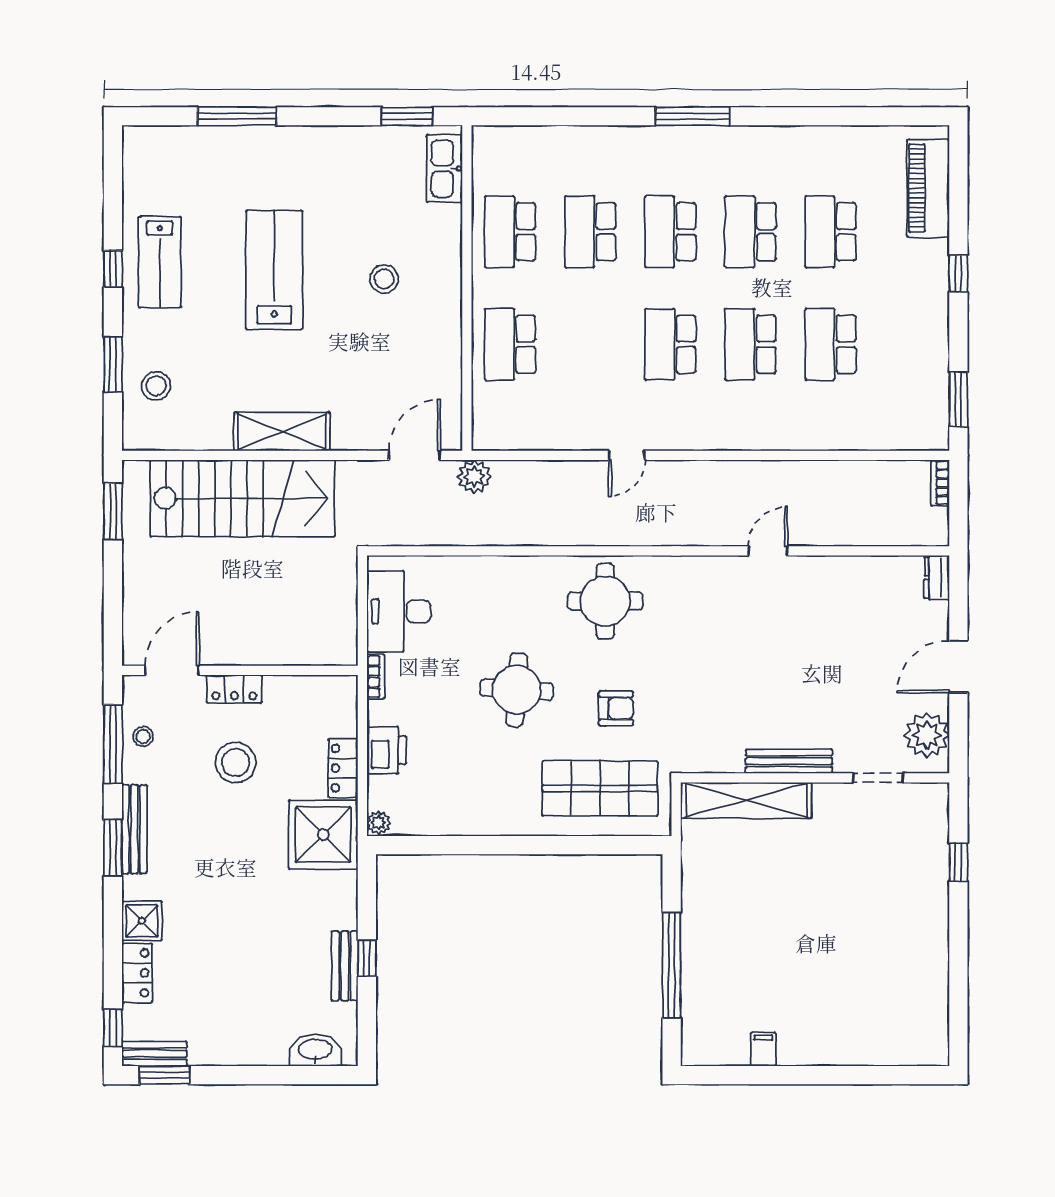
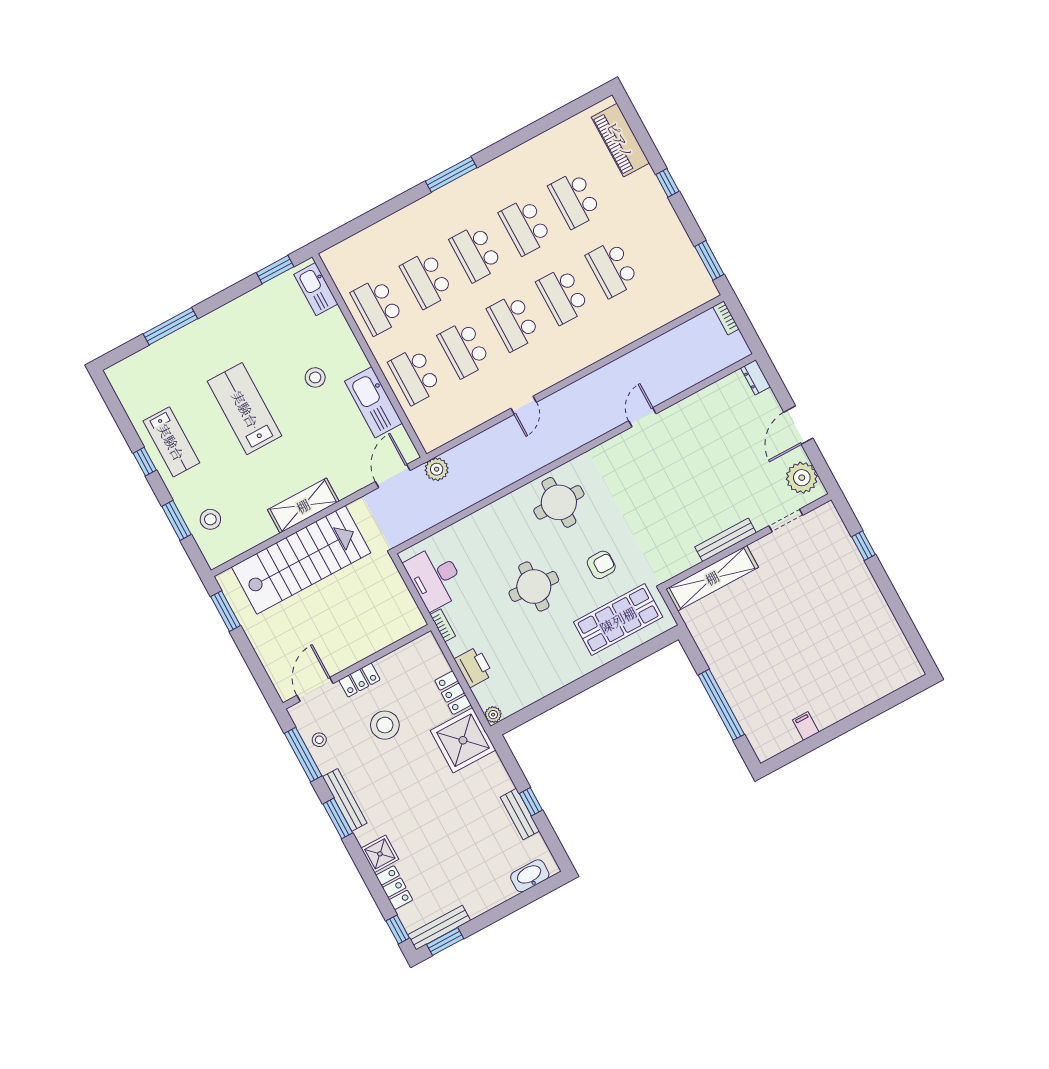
school desk: (590, 344) -> (464, 349), added
kitchen sink: (440, 350) -> (373, 402), added
bench: (154, 1054) -> (439, 928), width x1.36

